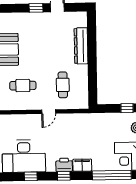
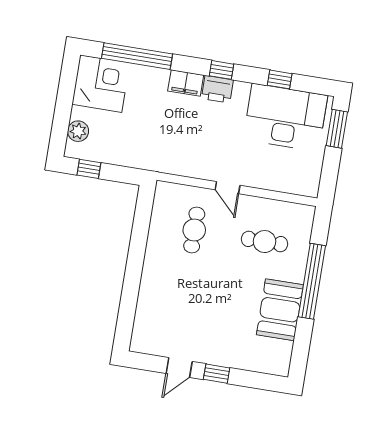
dresser: (81, 46) -> (150, 293), removed
door: (49, 112) -> (228, 188), swing flipped

